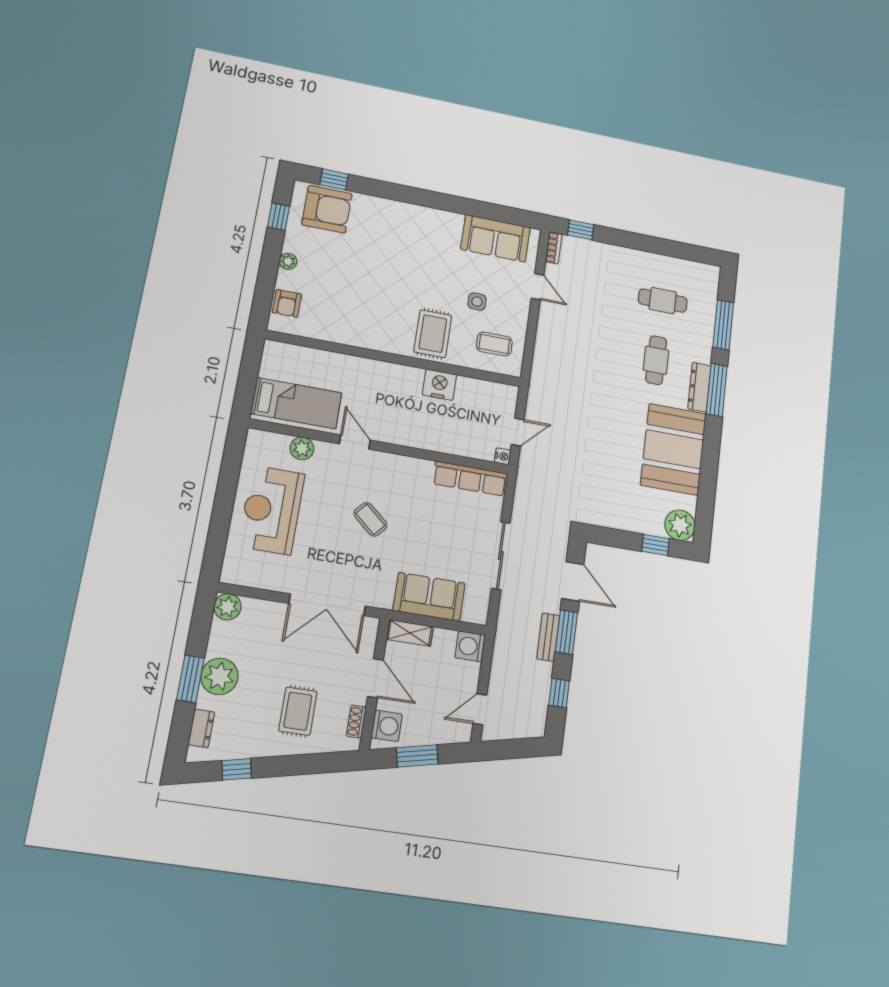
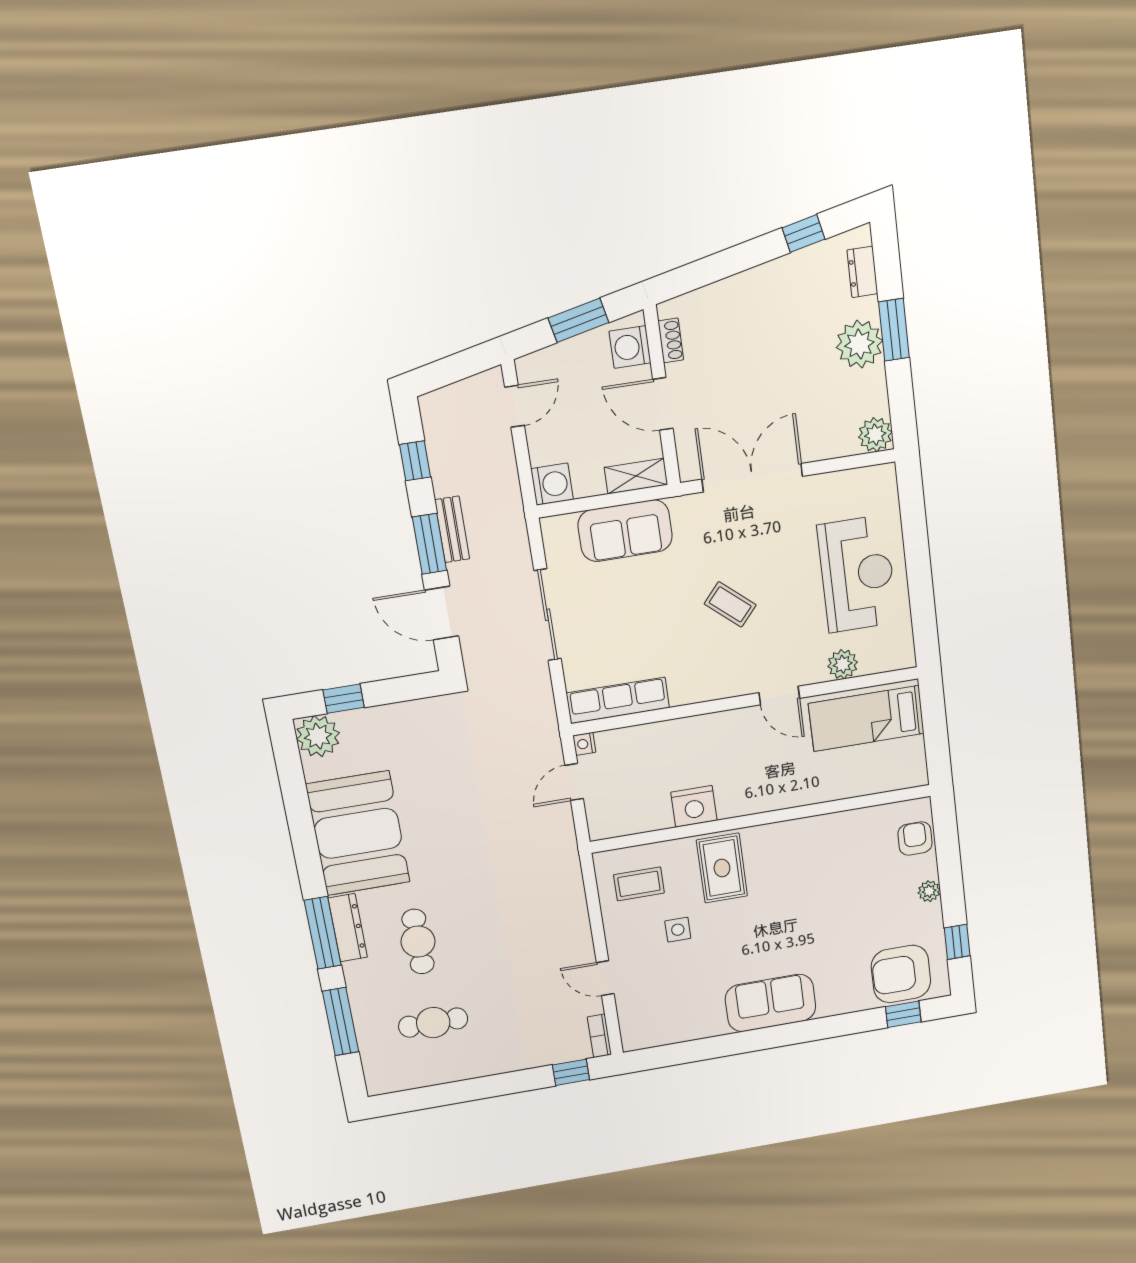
sofa: (496, 238) -> (771, 1003), moved
rug: (298, 711) -> (749, 331), removed

